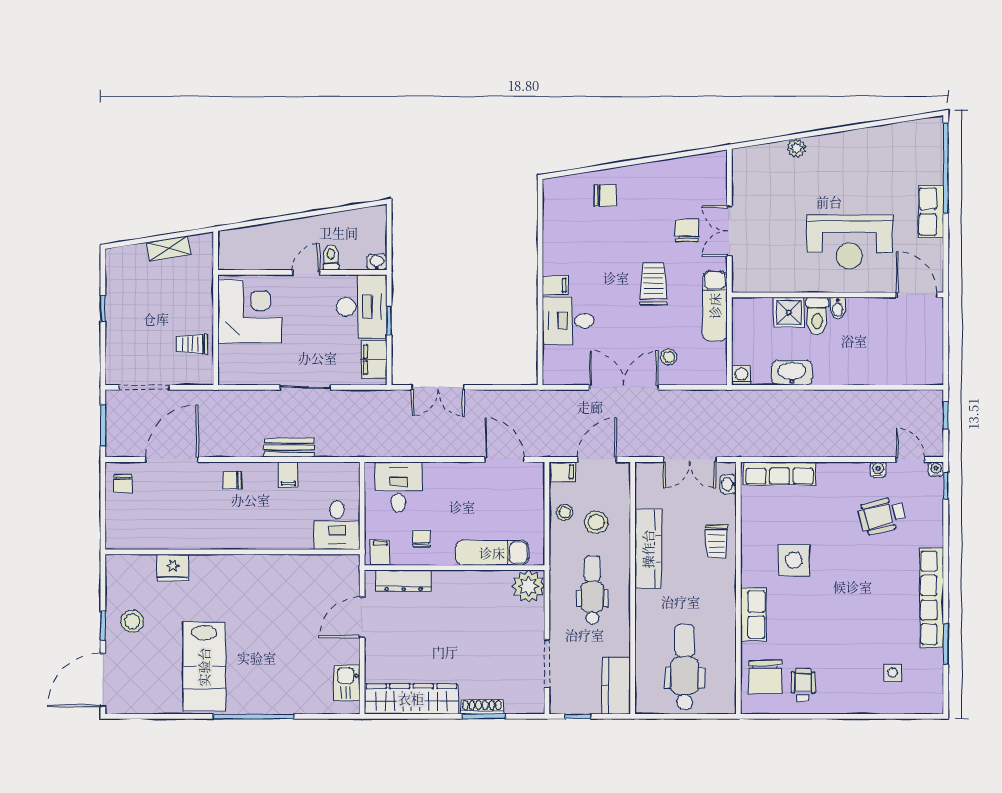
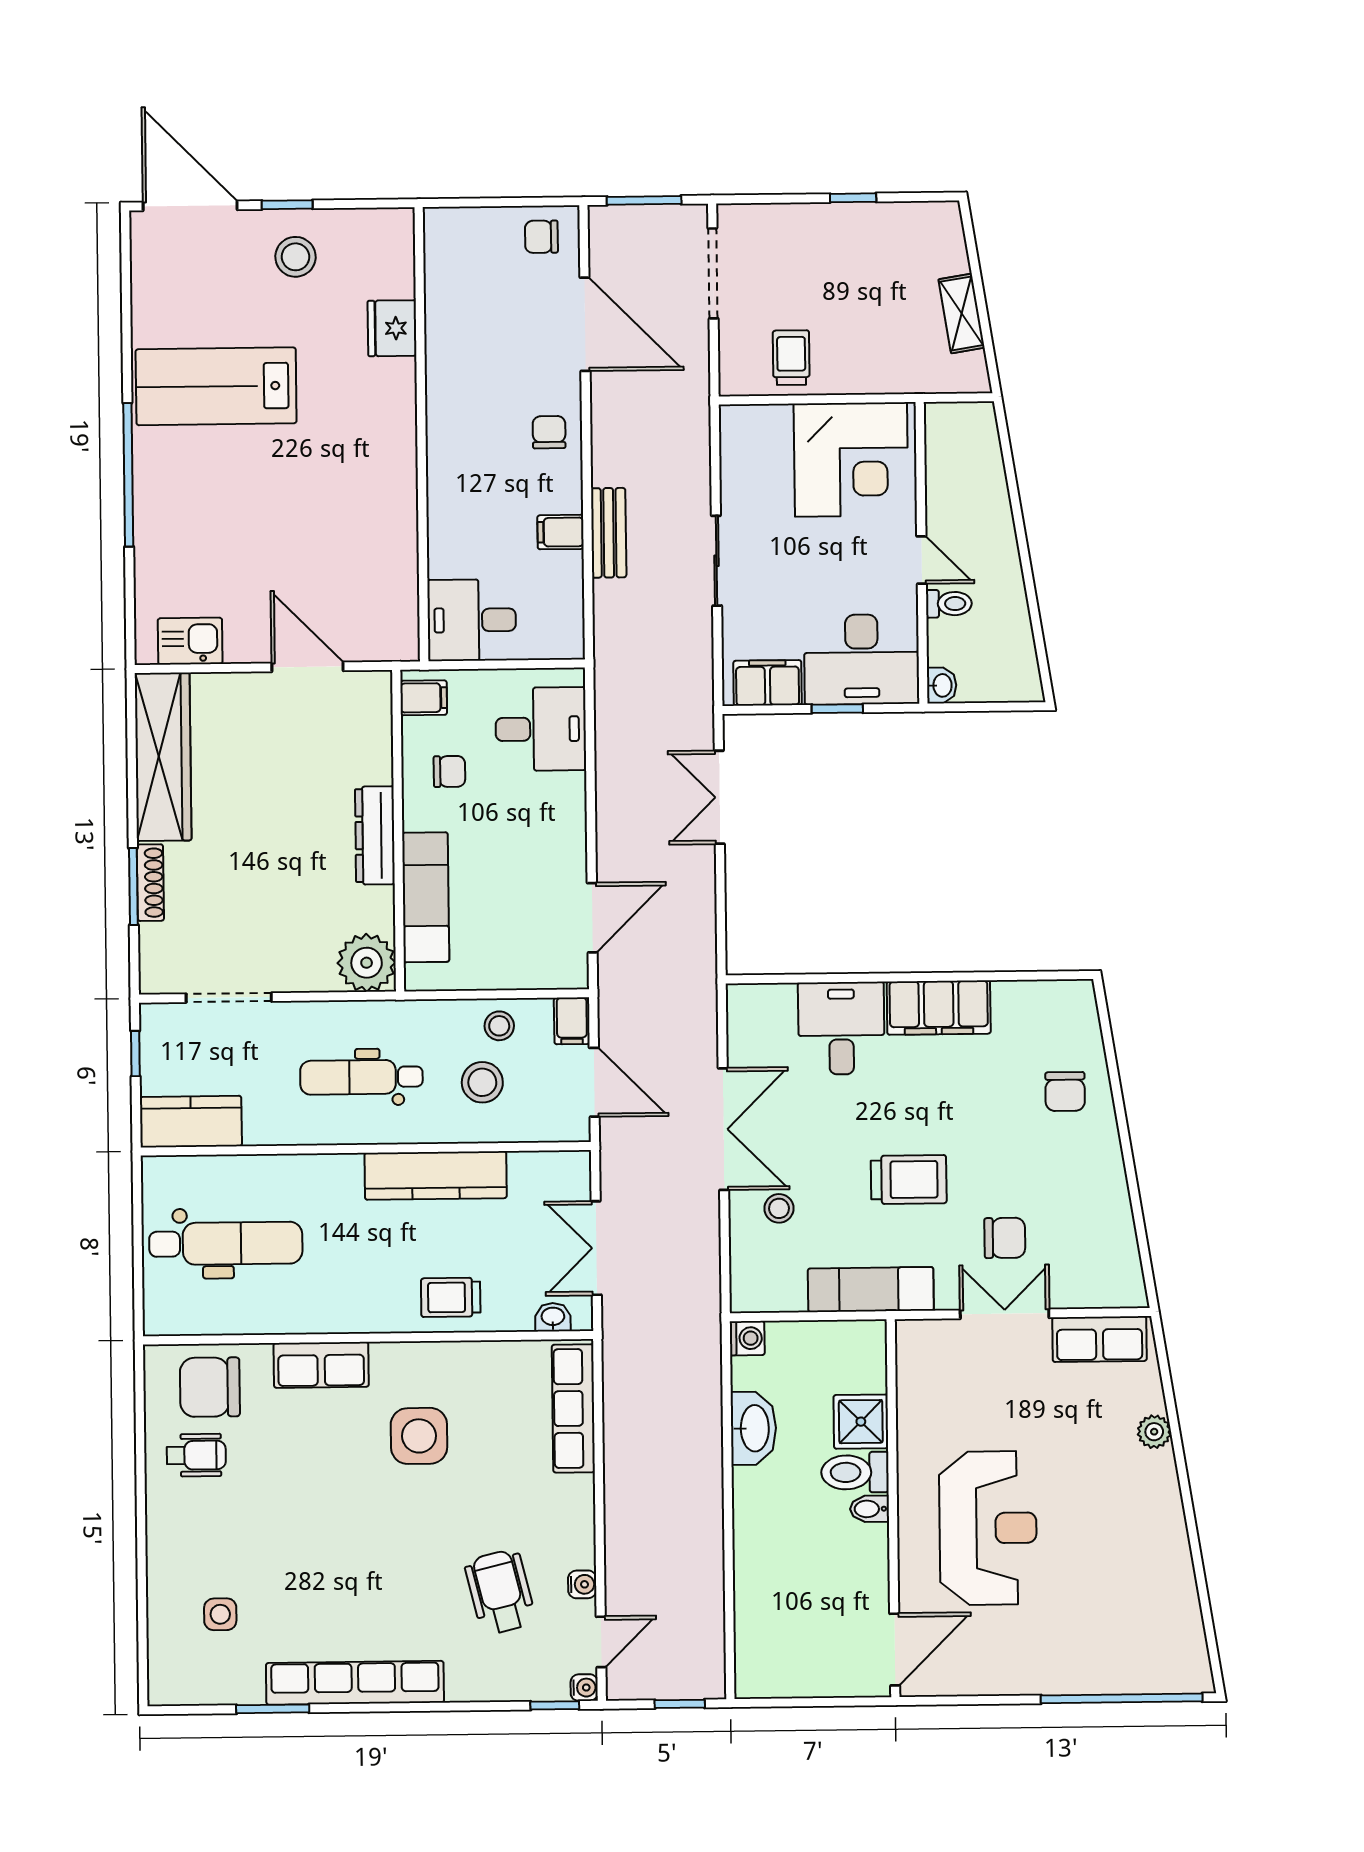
row of seats: (931, 212) -> (1100, 1339), moved, turned 180
reception desk: (849, 242) -> (988, 1528), turned 180
filing cabinet: (555, 285) -> (939, 1008), width x3.00, depth x1.17
dresser: (404, 581) -> (375, 835), moved
dental chair: (592, 590) -> (361, 1077), turned 180

